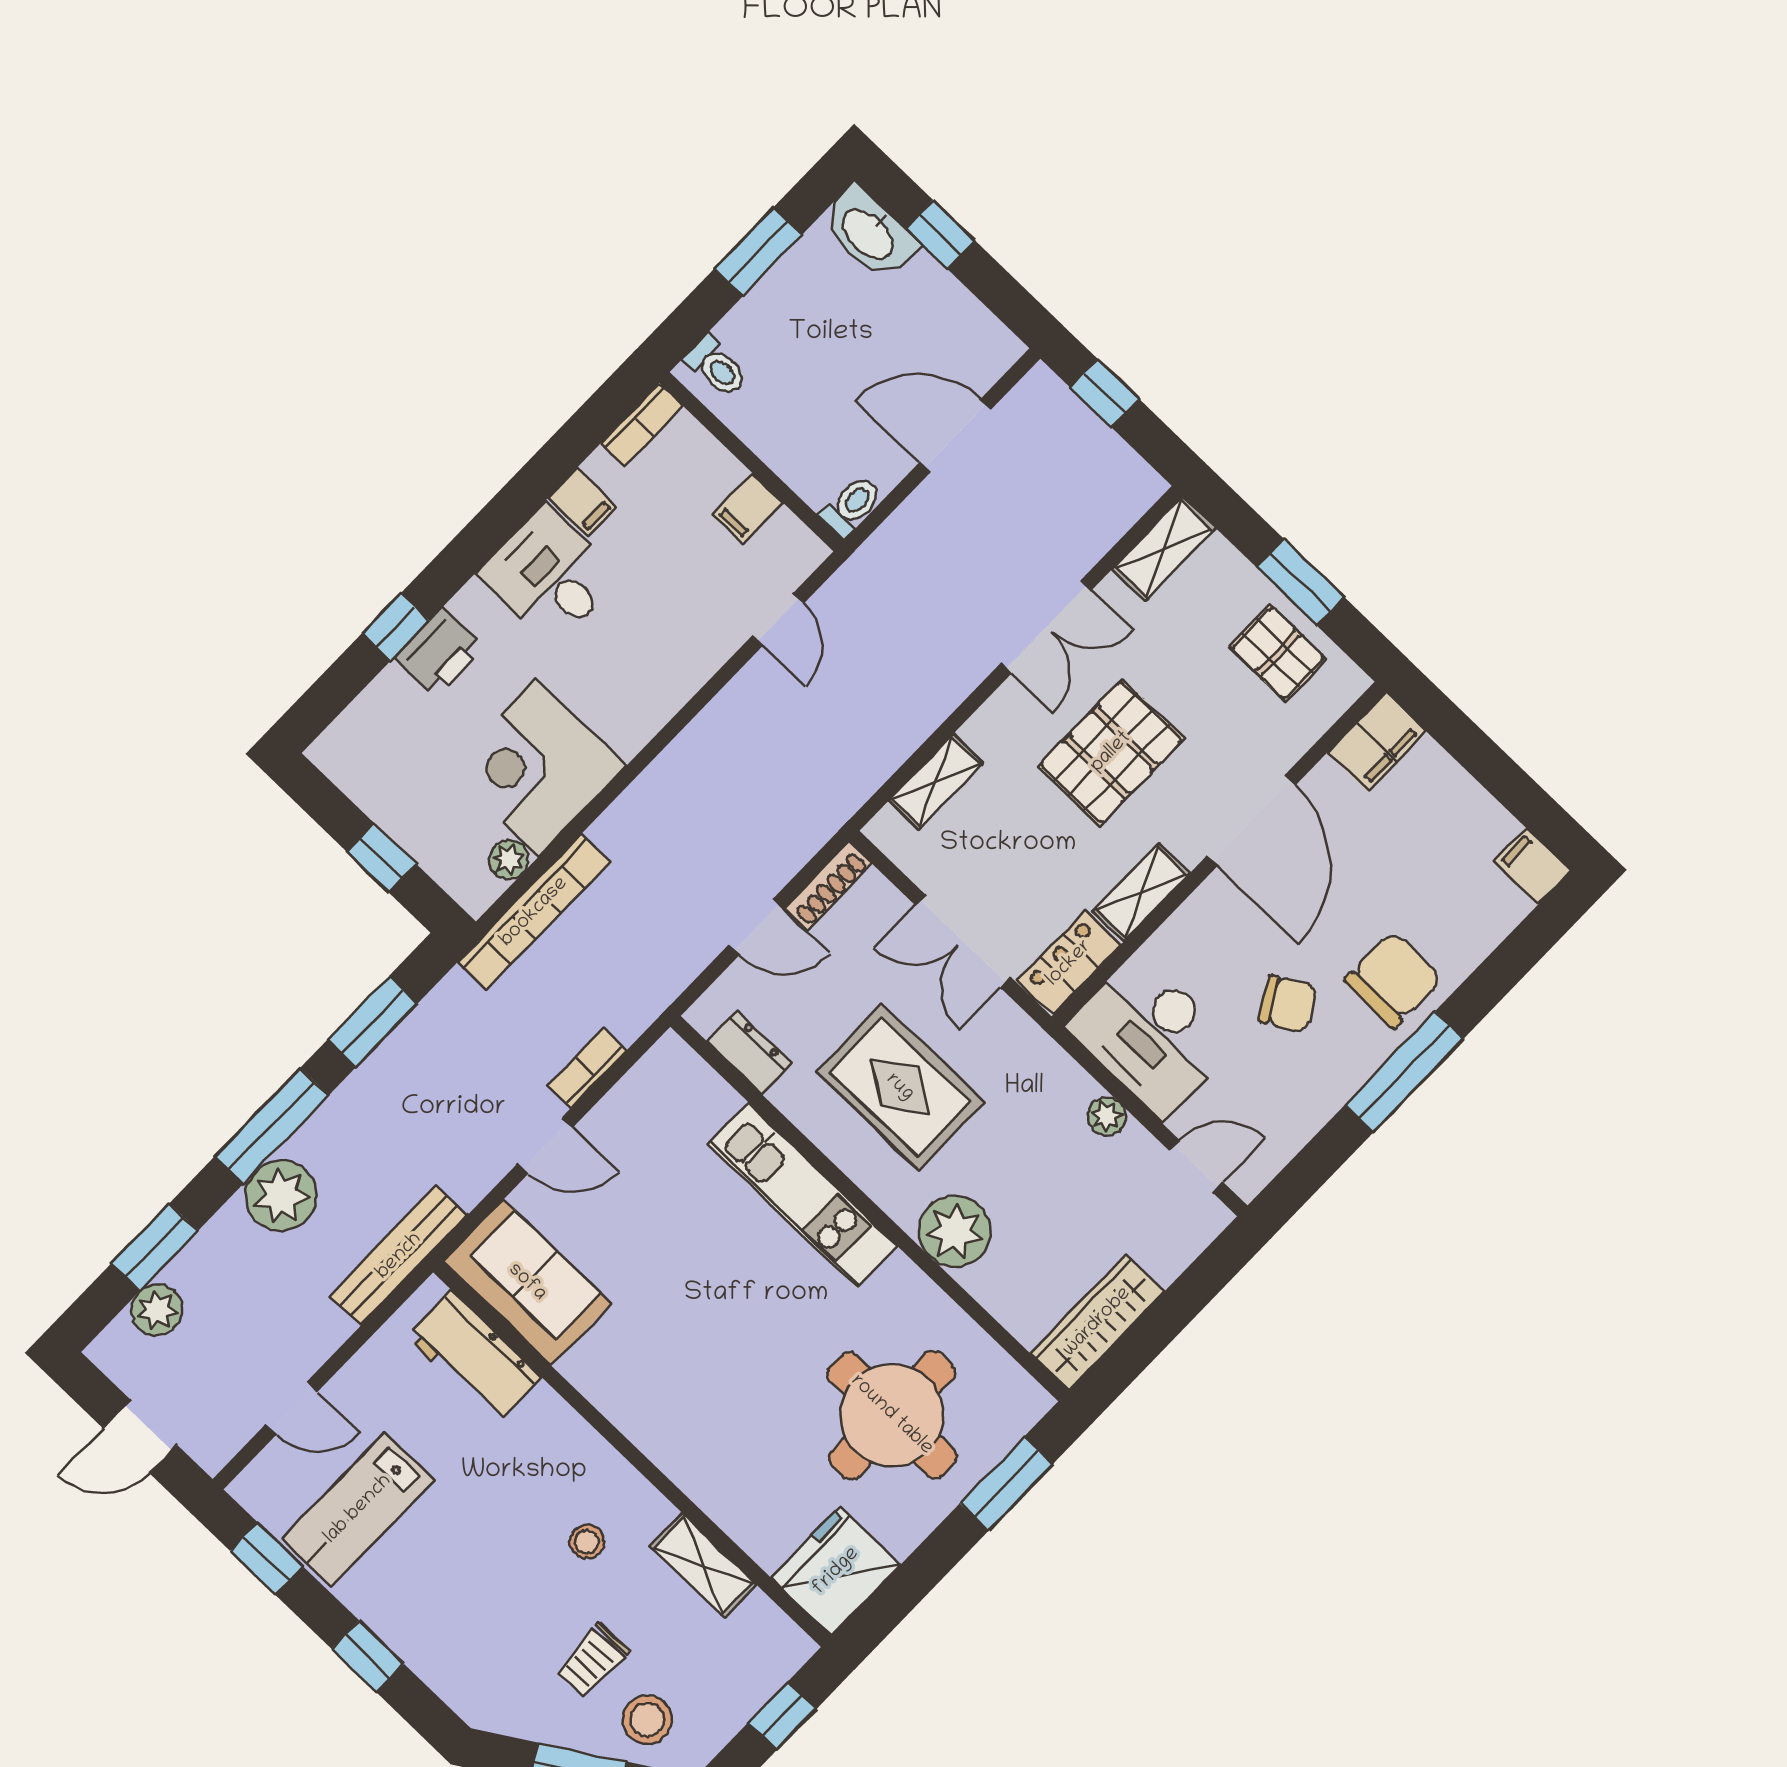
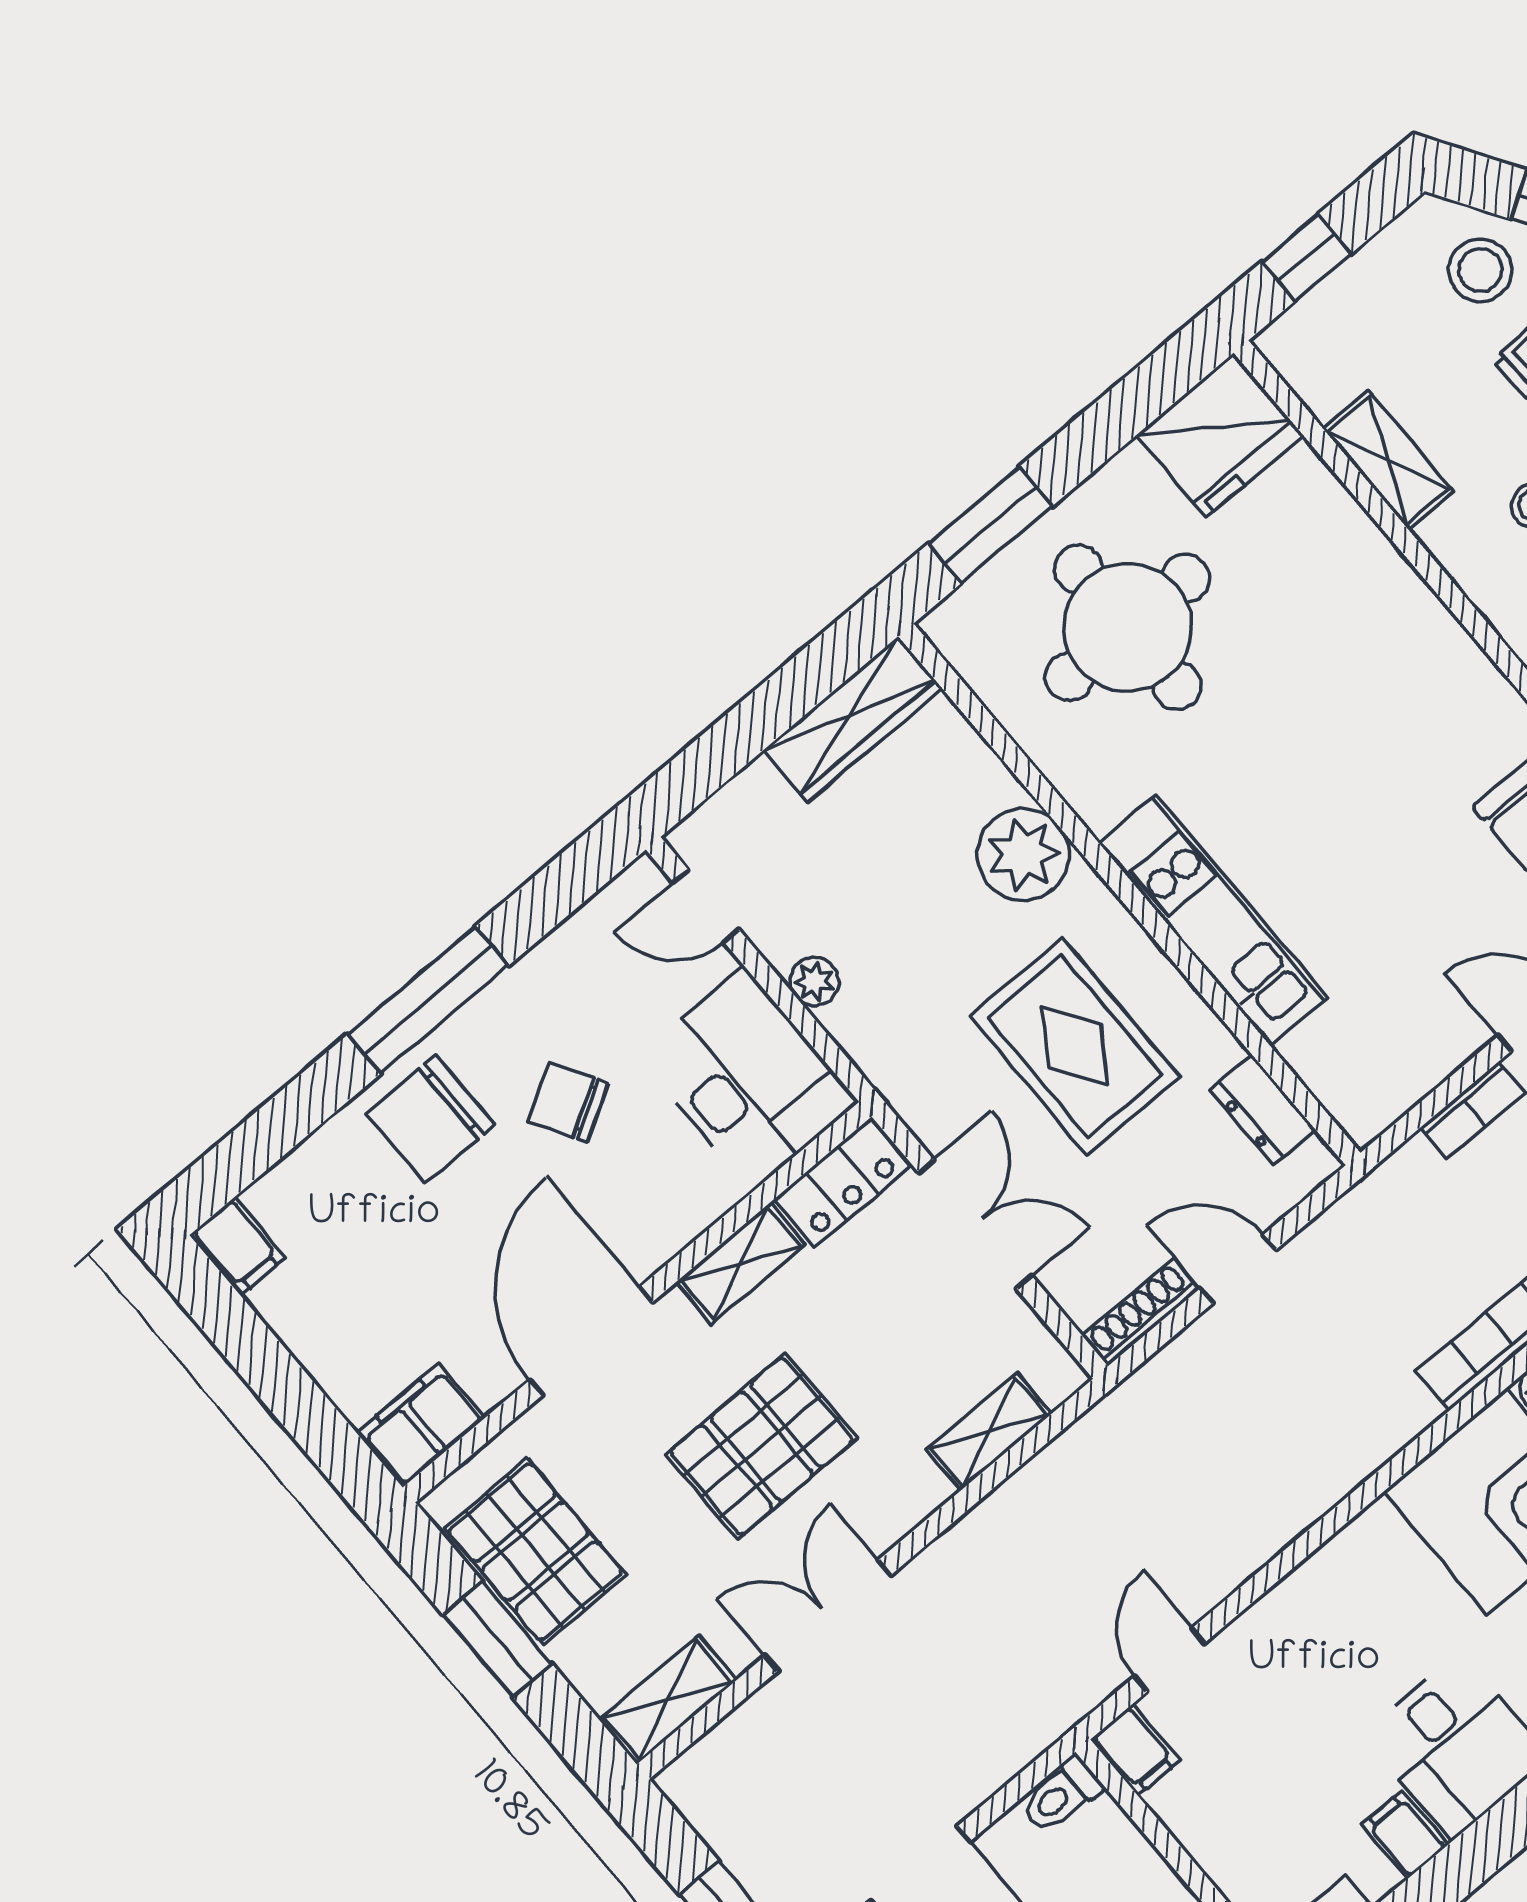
filing cabinet: (748, 508) -> (1135, 1750), moved, turned 90
pallet: (1278, 653) -> (535, 1552), width x1.50, depth x1.42

